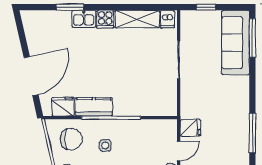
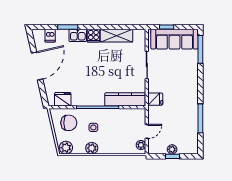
dishwasher: (167, 19) -> (50, 36), moved
sofa: (236, 43) -> (175, 39), moved, turned -90
door: (31, 76) -> (37, 66), moved
kitchen counter: (94, 107) -> (125, 99), moved, width x1.50
fridge: (190, 128) -> (155, 99), moved

